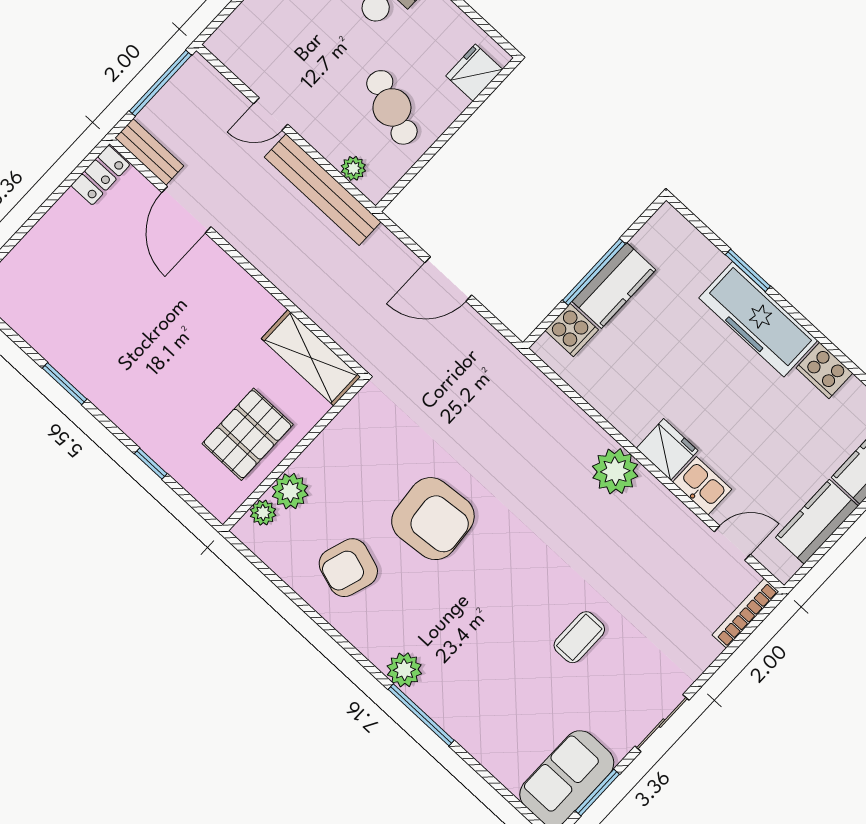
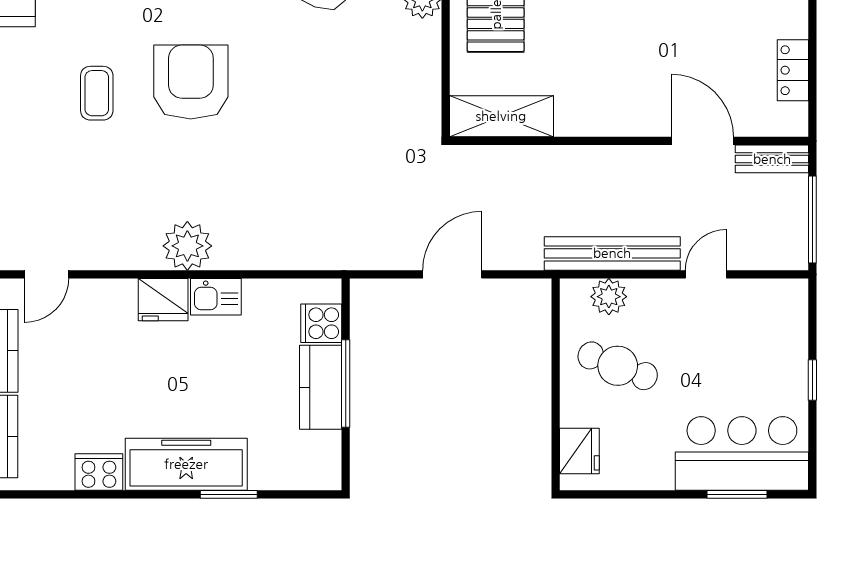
plant: (353, 168) -> (609, 297), width x1.38, depth x1.38
locker: (100, 175) -> (793, 70), moved
kitchen sink: (702, 486) -> (216, 297), moved
armchair: (433, 519) -> (191, 82), moved, turned 95

